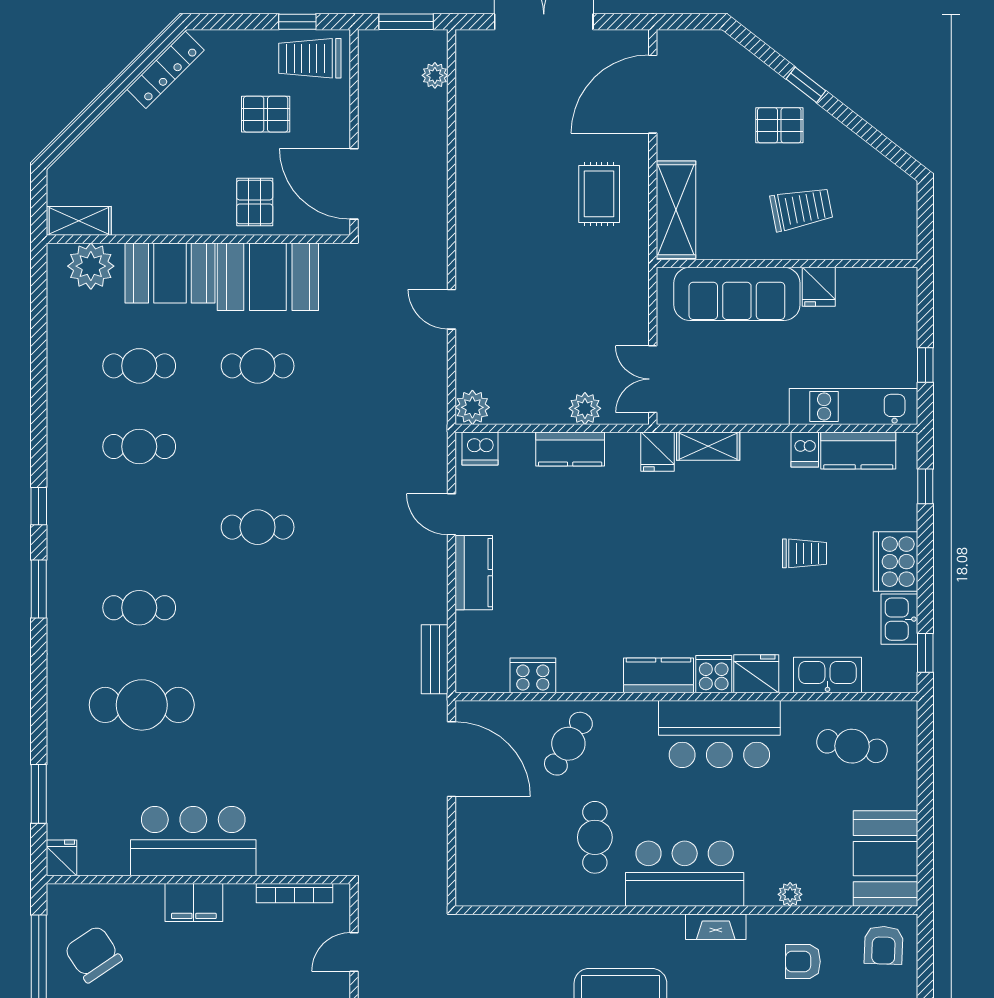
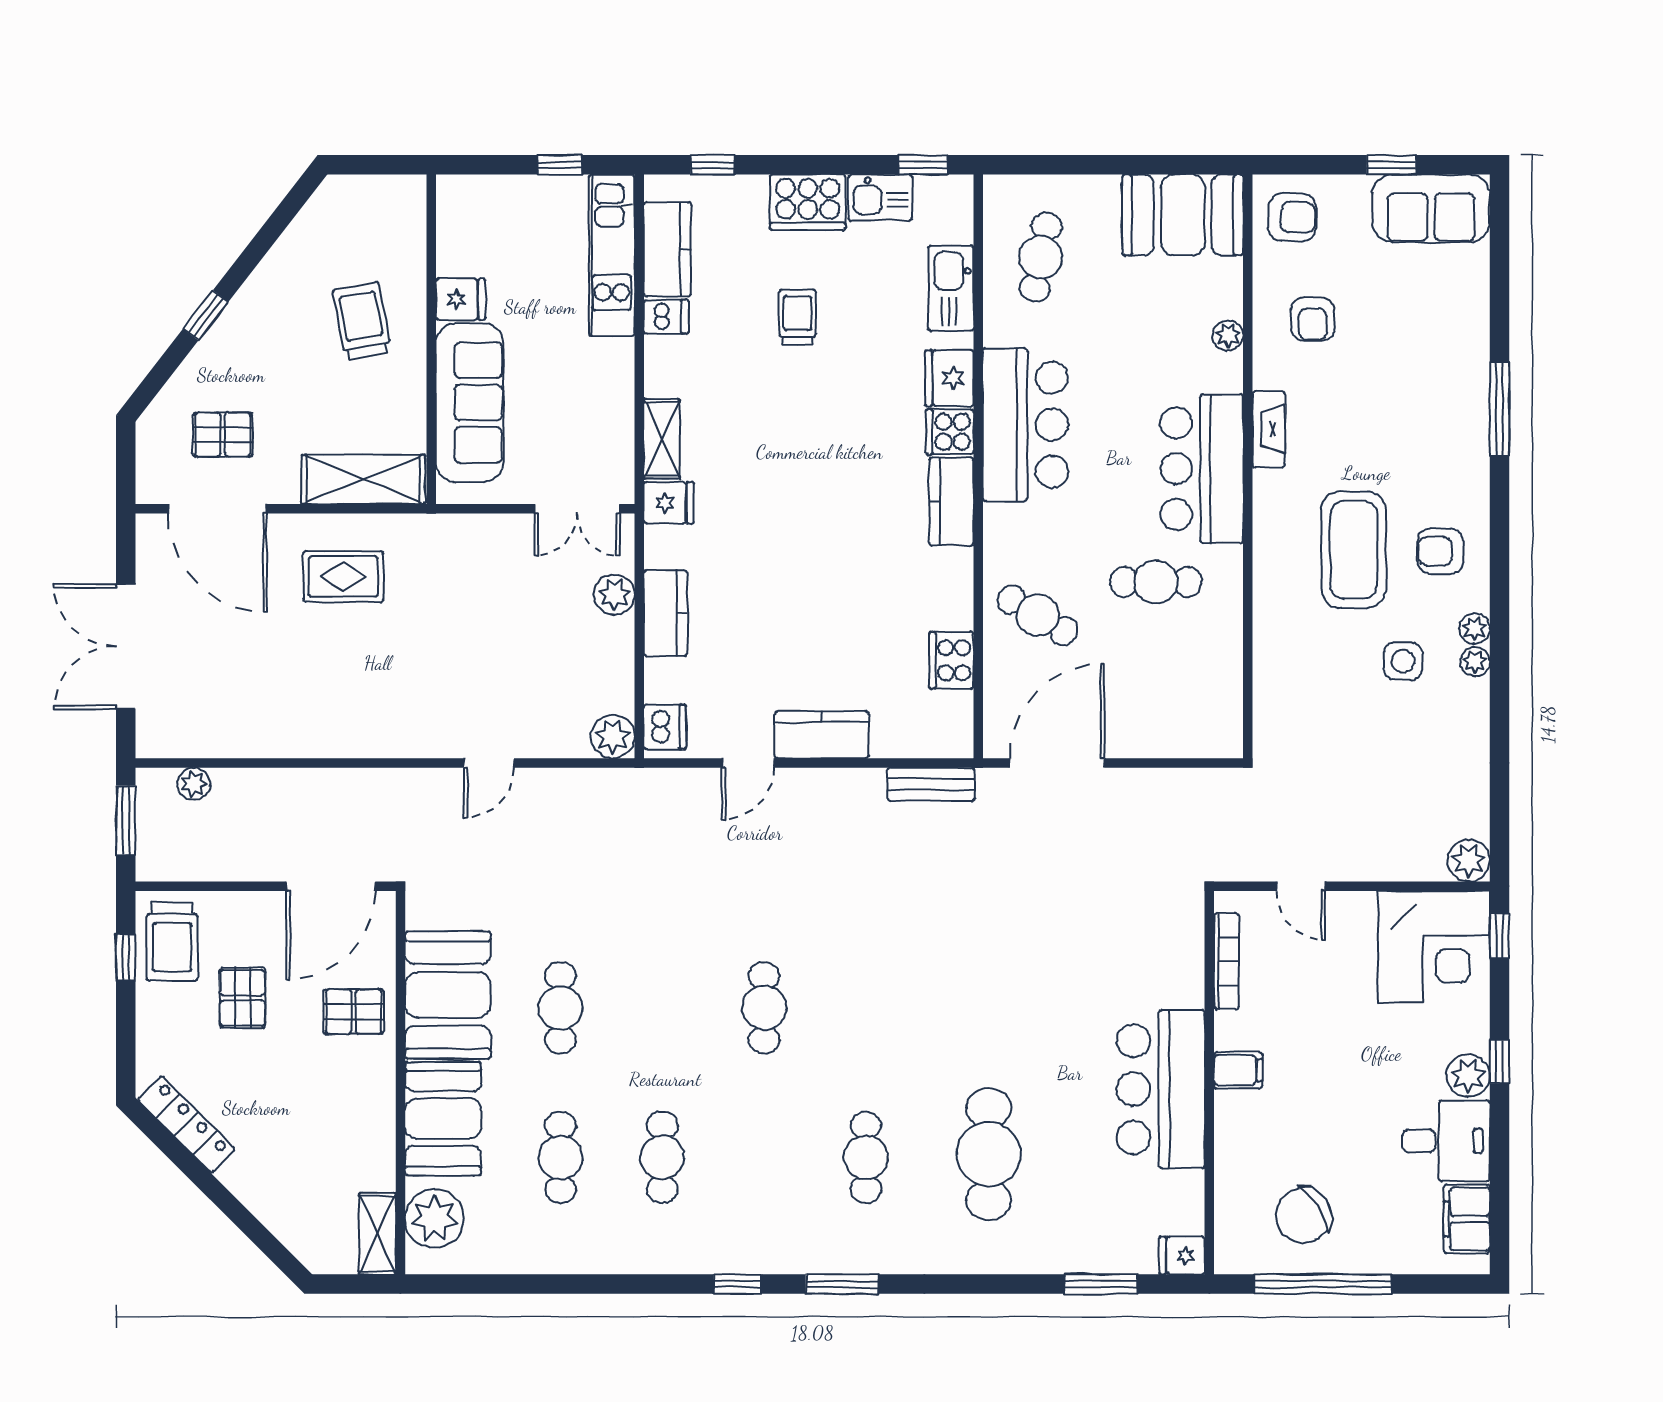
pallet: (779, 125) -> (223, 435), moved, turned 90
filing cabinet: (194, 902) -> (1238, 1070), width x0.50

